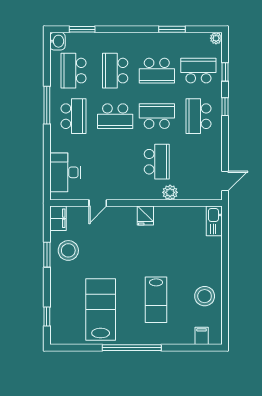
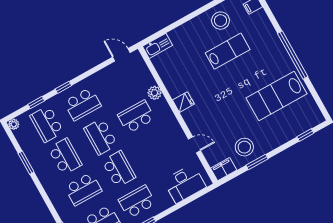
lab bench: (156, 300) -> (228, 51), moved

